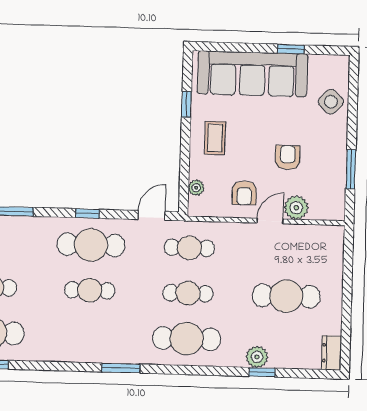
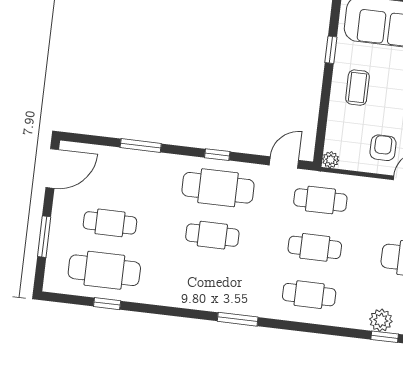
plant: (196, 188) -> (331, 160), moved
armchair: (244, 193) -> (383, 148), turned 180
cafe table: (187, 339) -> (309, 295), width x0.73, depth x0.74

